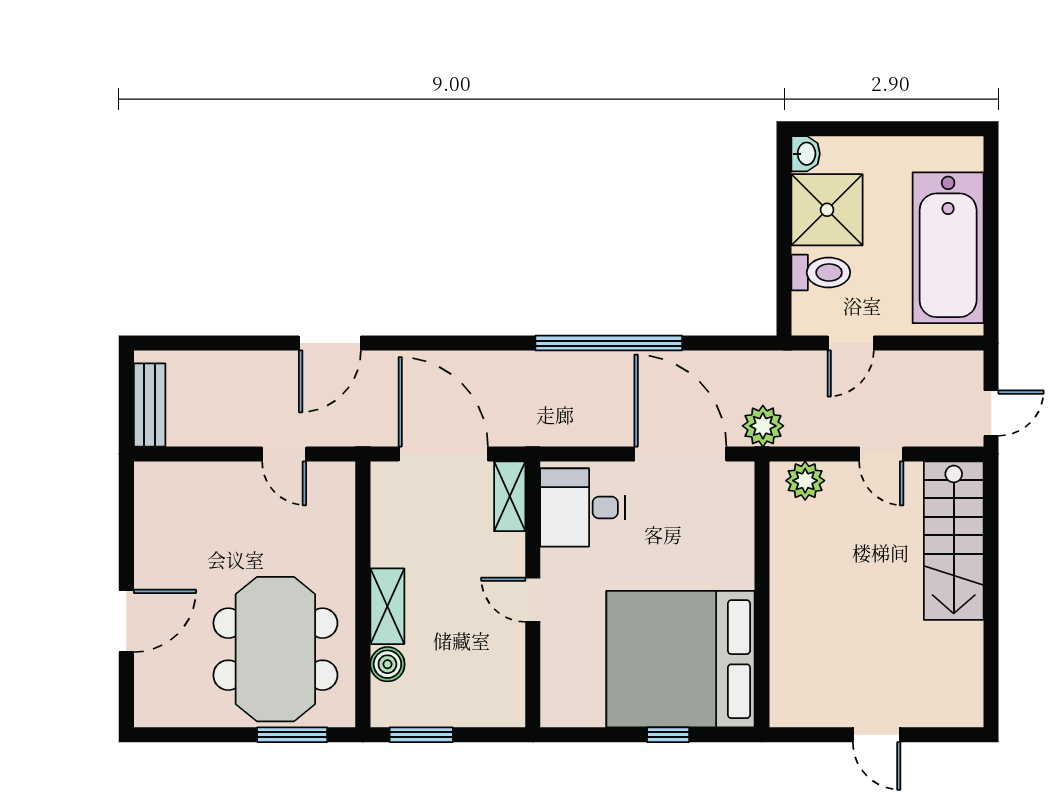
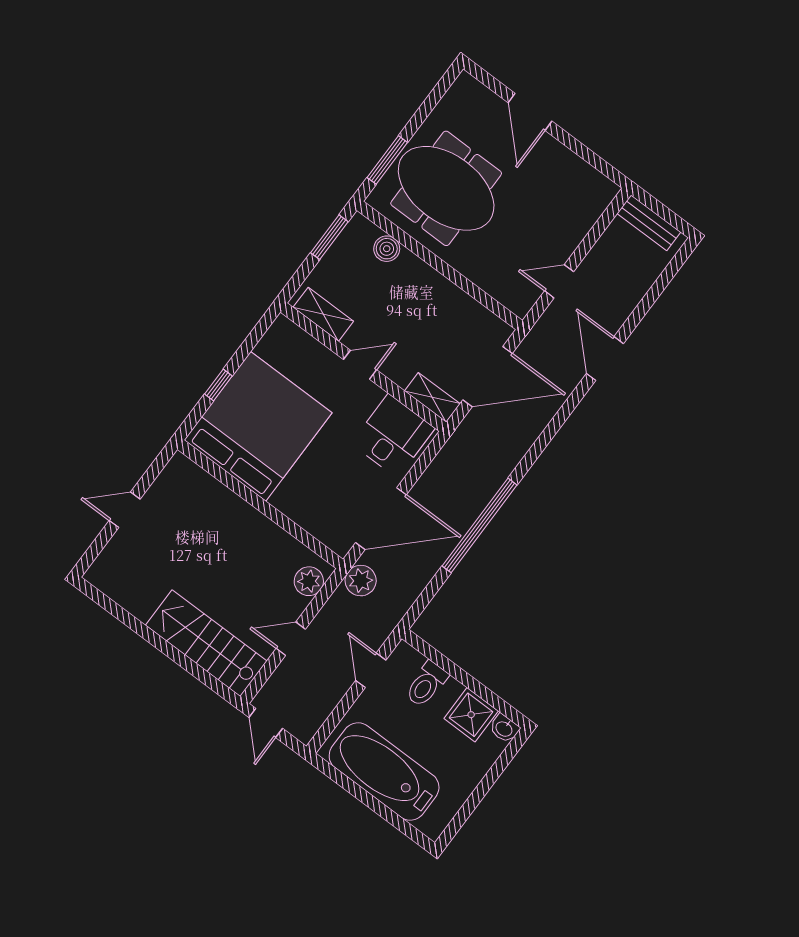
shower: (827, 210) -> (471, 715), width x0.73, depth x0.73
shelving: (387, 606) -> (323, 314), moved

